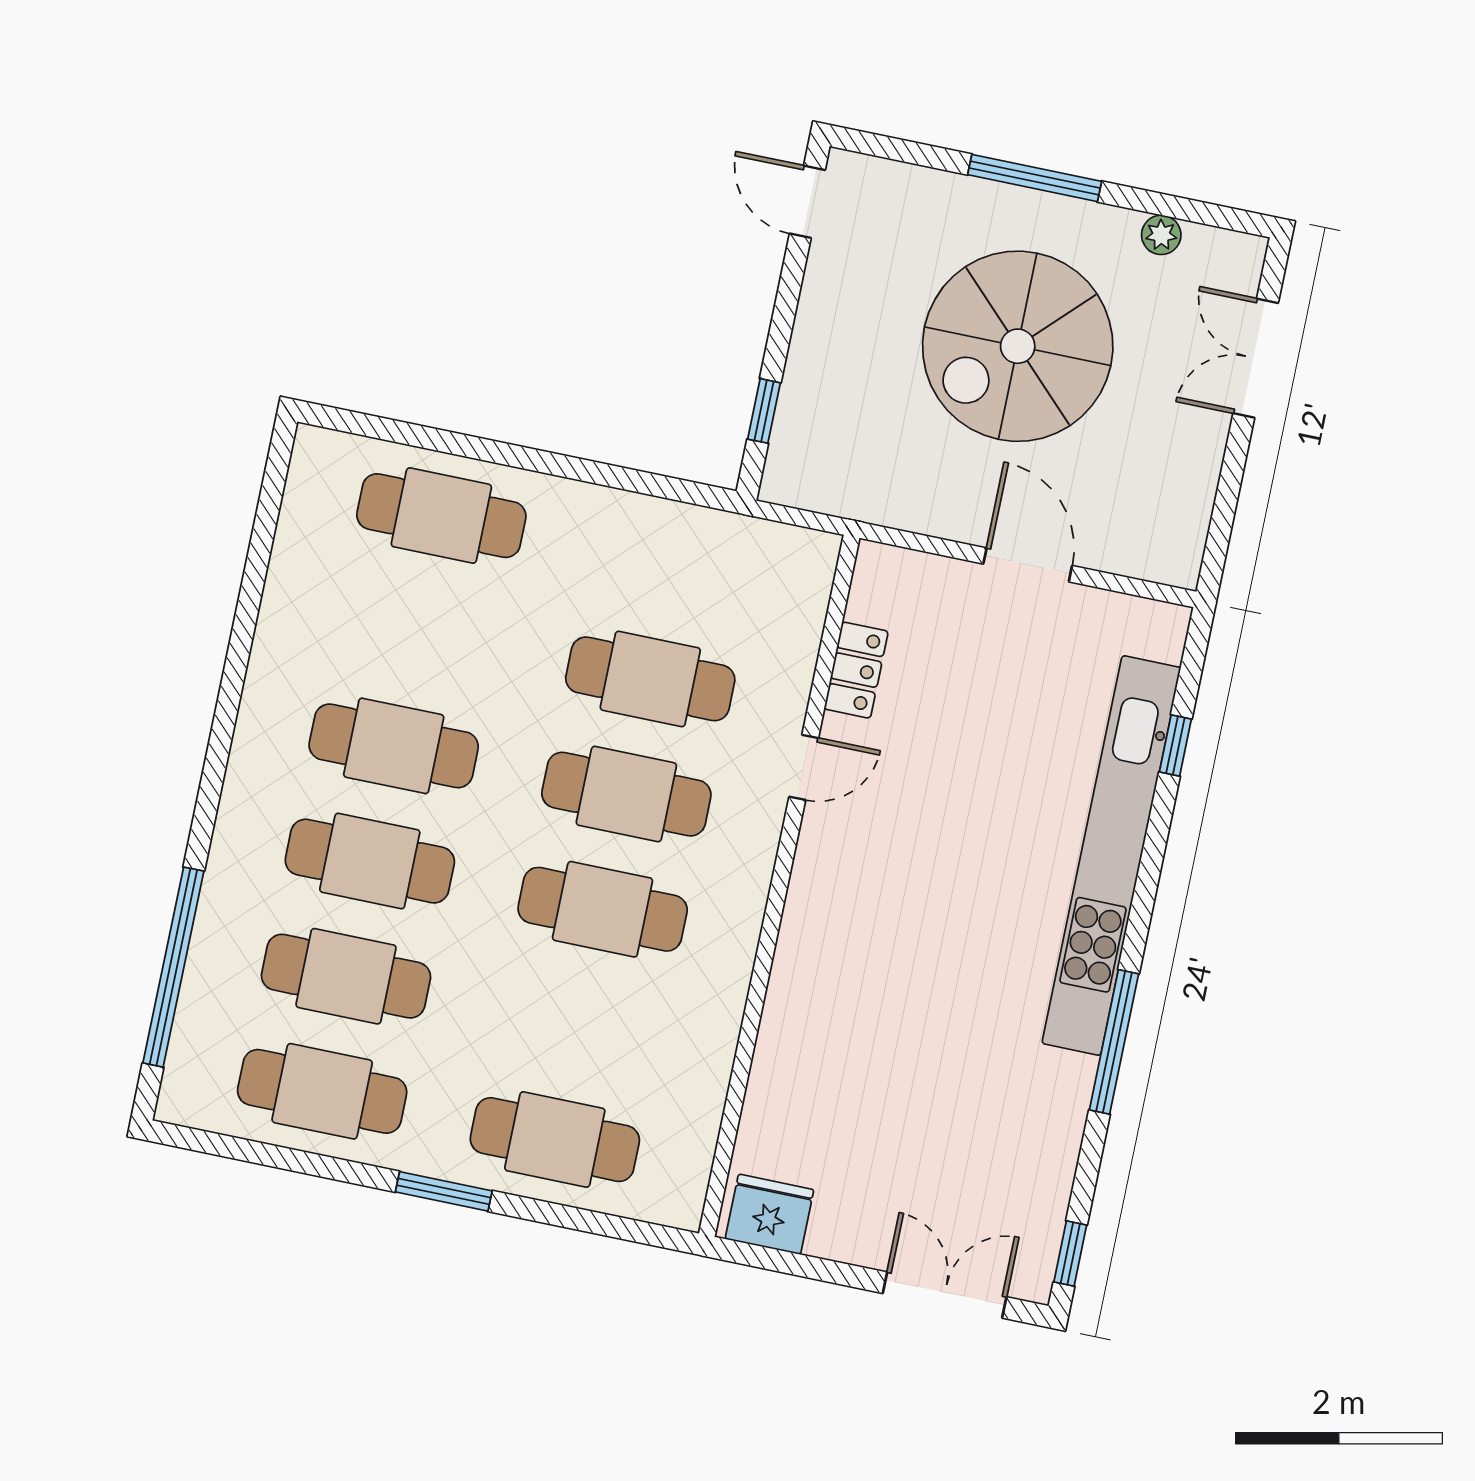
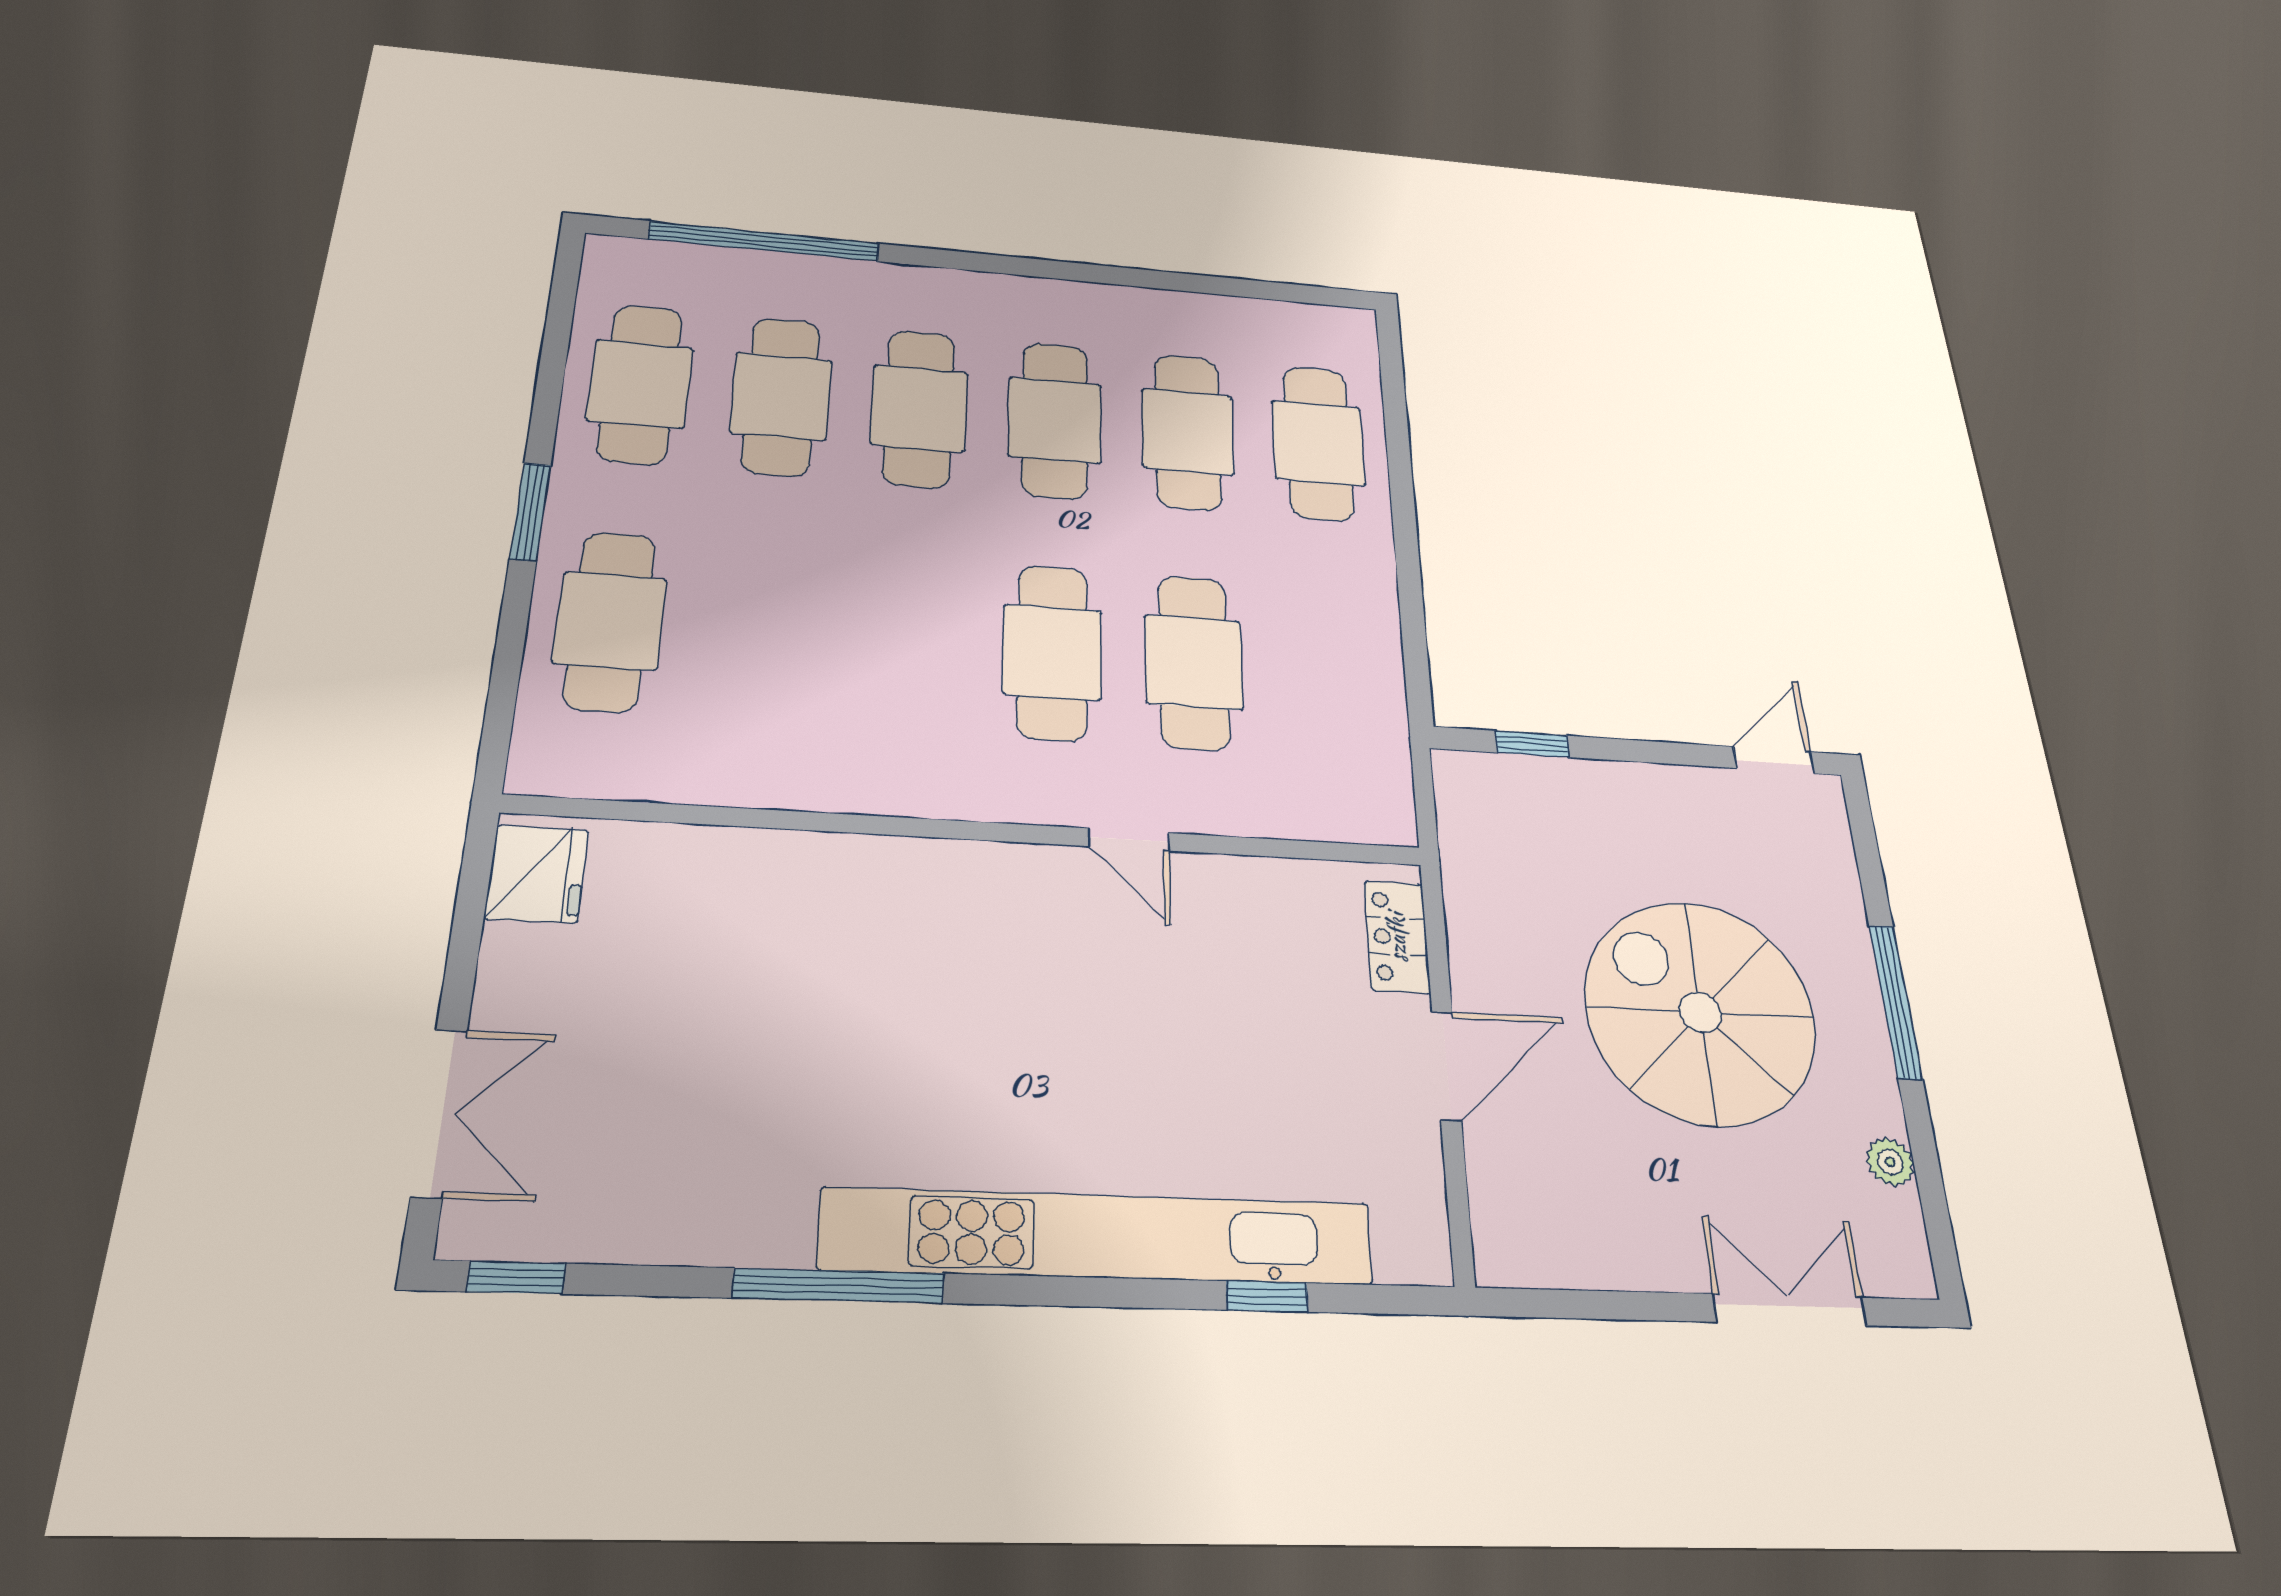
locker: (856, 670) -> (1397, 937), moved, turned 90
cafe table: (603, 909) -> (1188, 432), moved

